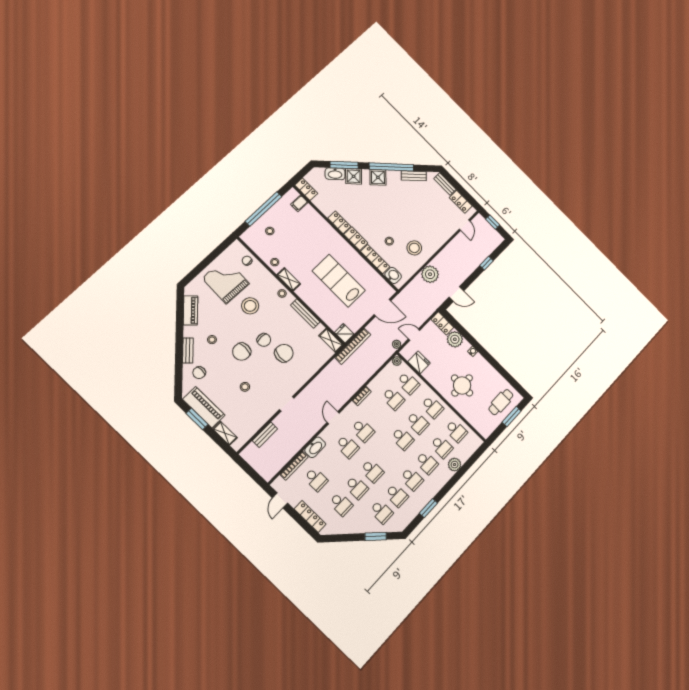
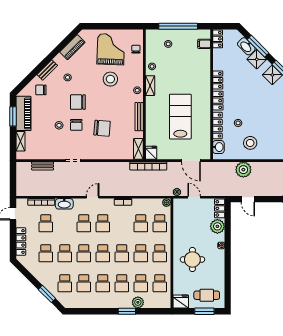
chair: (264, 340) -> (76, 125), moved
fridge: (419, 362) -> (181, 302), moved, turned -90
school desk: (387, 455) -> (103, 253), added
window: (428, 508) -> (127, 311), moved

